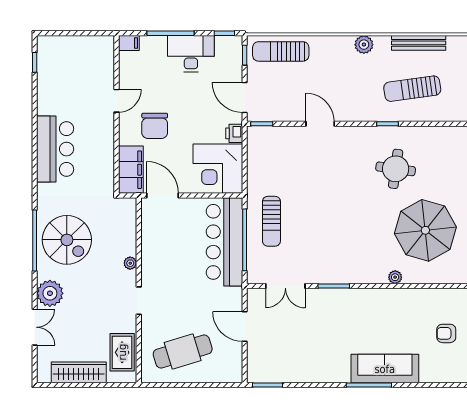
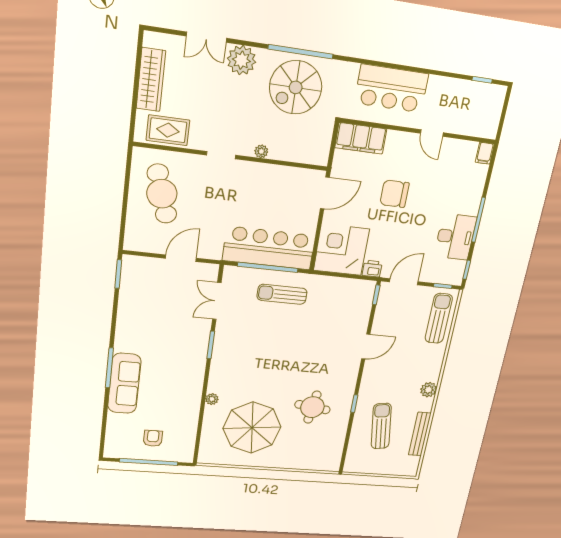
filing cabinet: (129, 43) -> (485, 153), moved
door: (117, 101) -> (432, 133), moved
wall: (117, 114) -> (419, 131), moved
filing cabinet: (131, 170) -> (361, 138), moved

